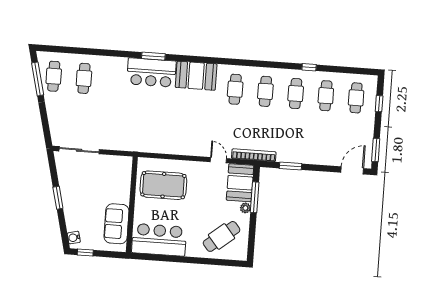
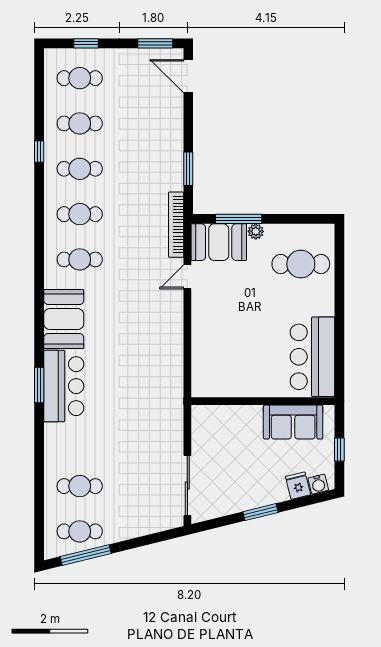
pool table: (163, 185) -> (231, 356), removed
fridge: (74, 224) -> (298, 486), added
cafe table: (222, 236) -> (301, 264), turned -51
window: (85, 253) -> (339, 450), moved

